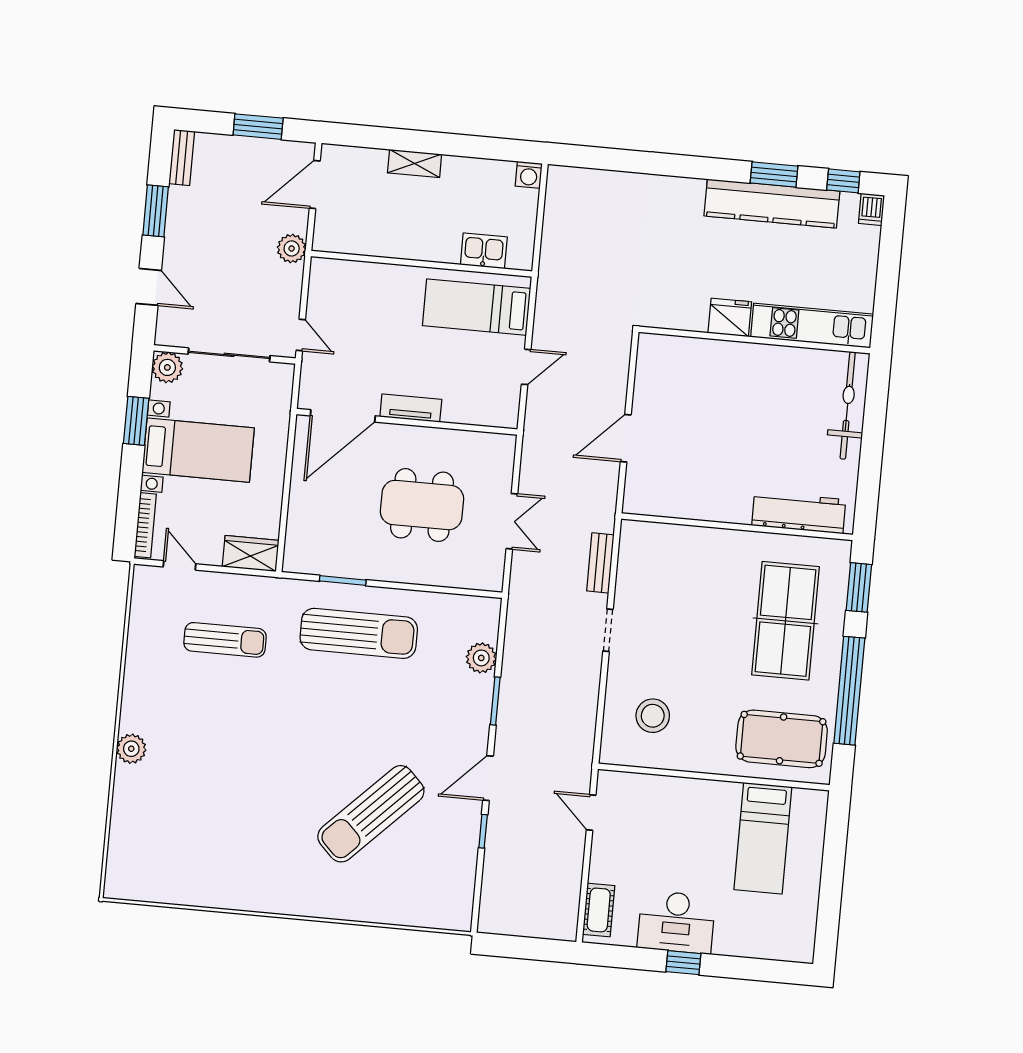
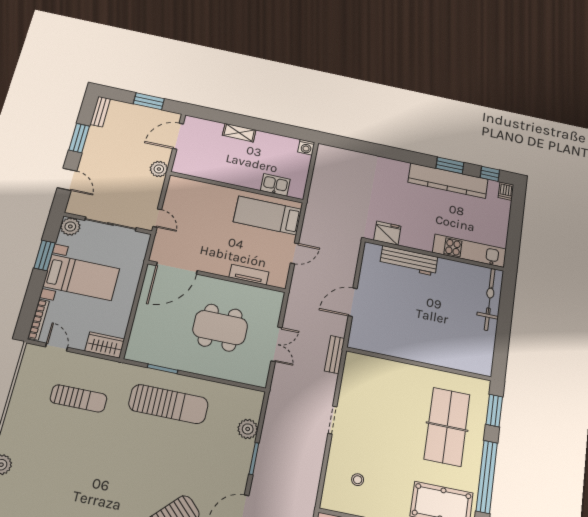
fridge: (730, 317) -> (387, 233), moved
tv unit: (411, 408) -> (249, 275), moved
workbench: (799, 513) -> (409, 261), moved, turned 180
bench: (600, 563) -> (335, 355), moved
stool: (653, 716) -> (358, 480), width x0.53, depth x0.53

